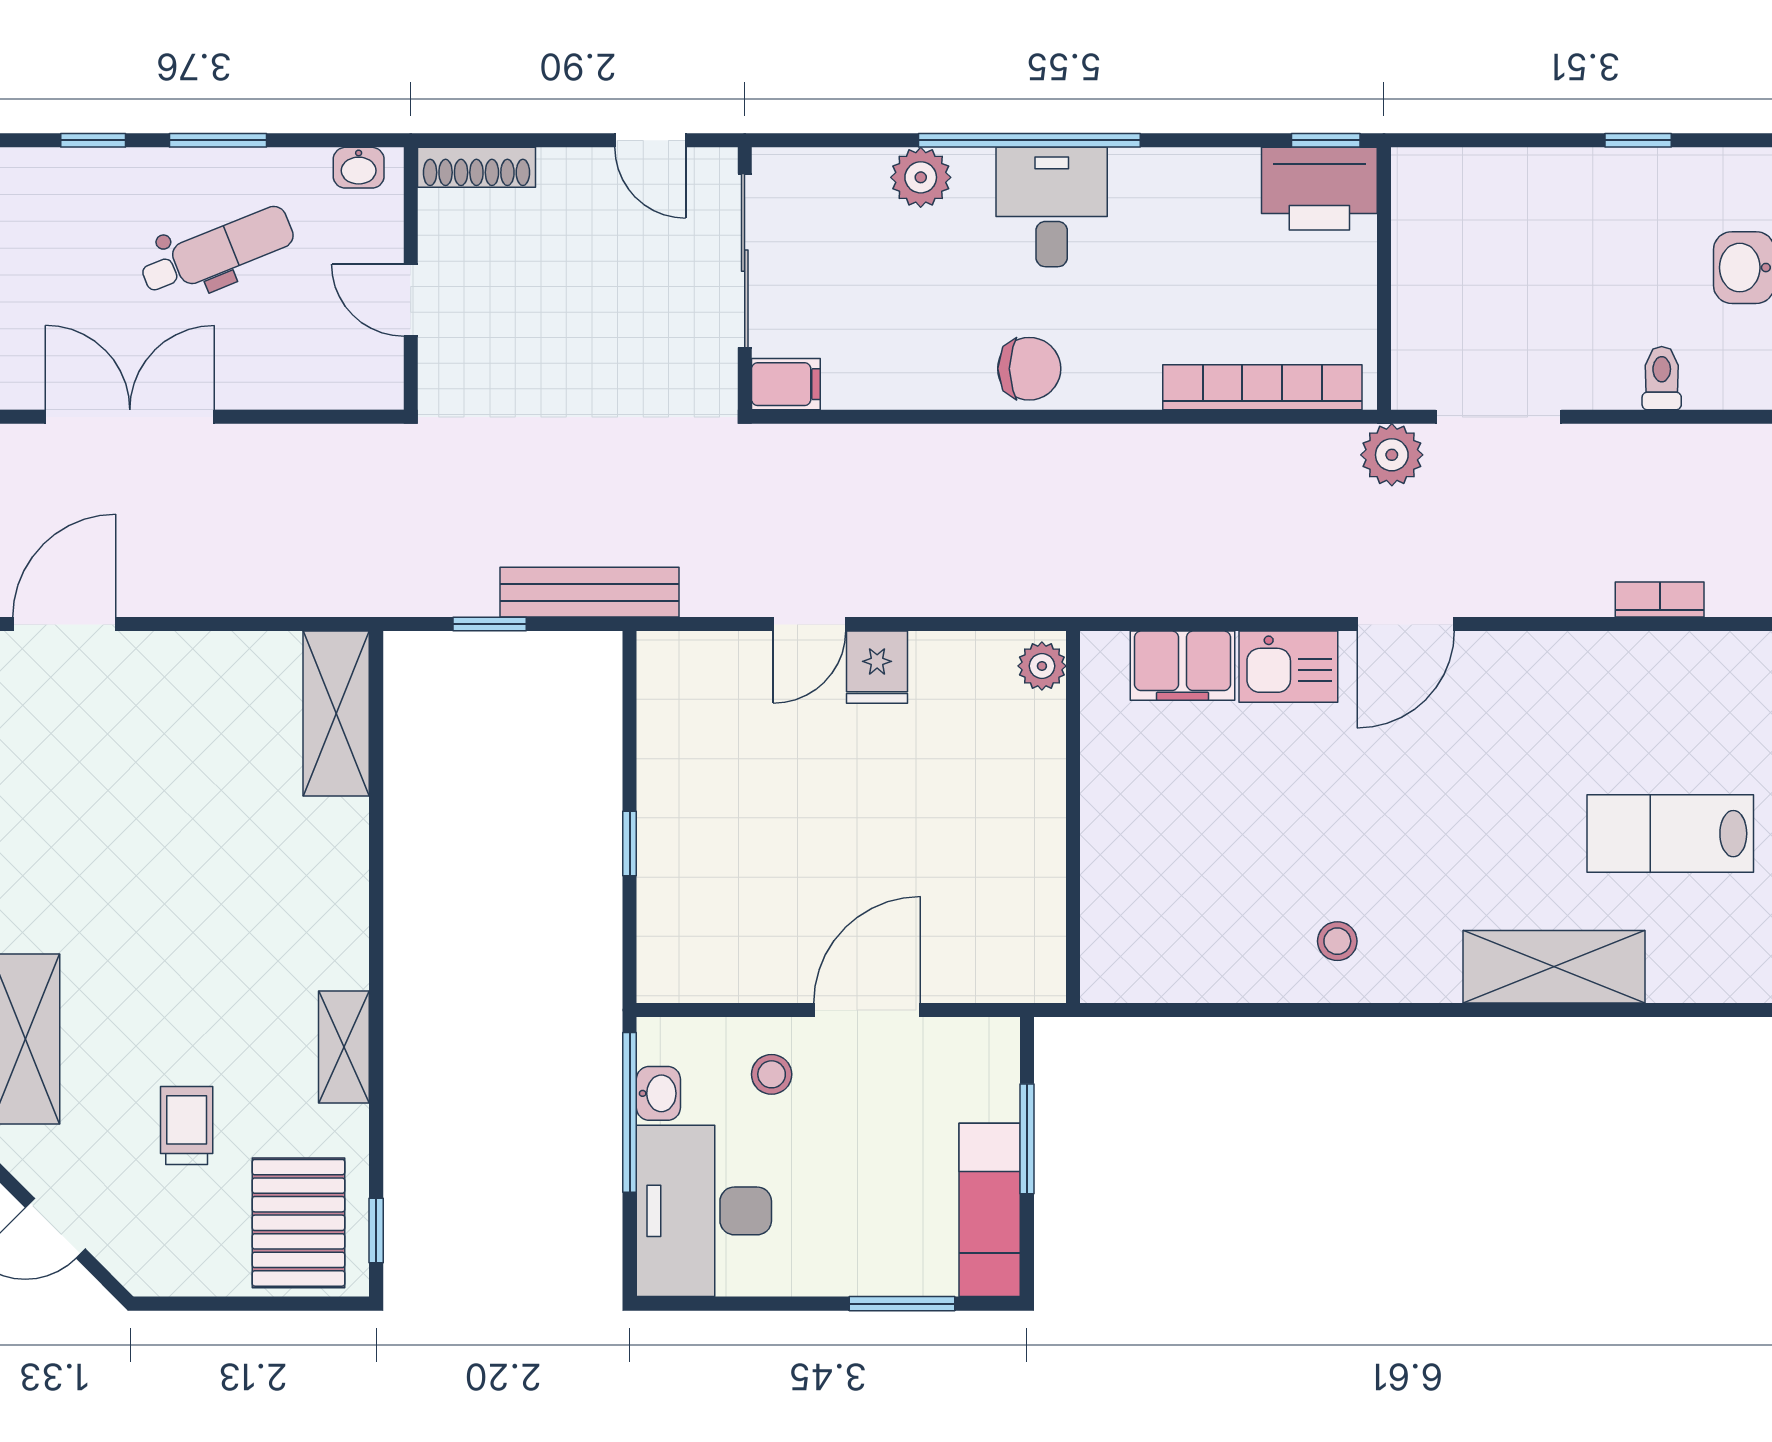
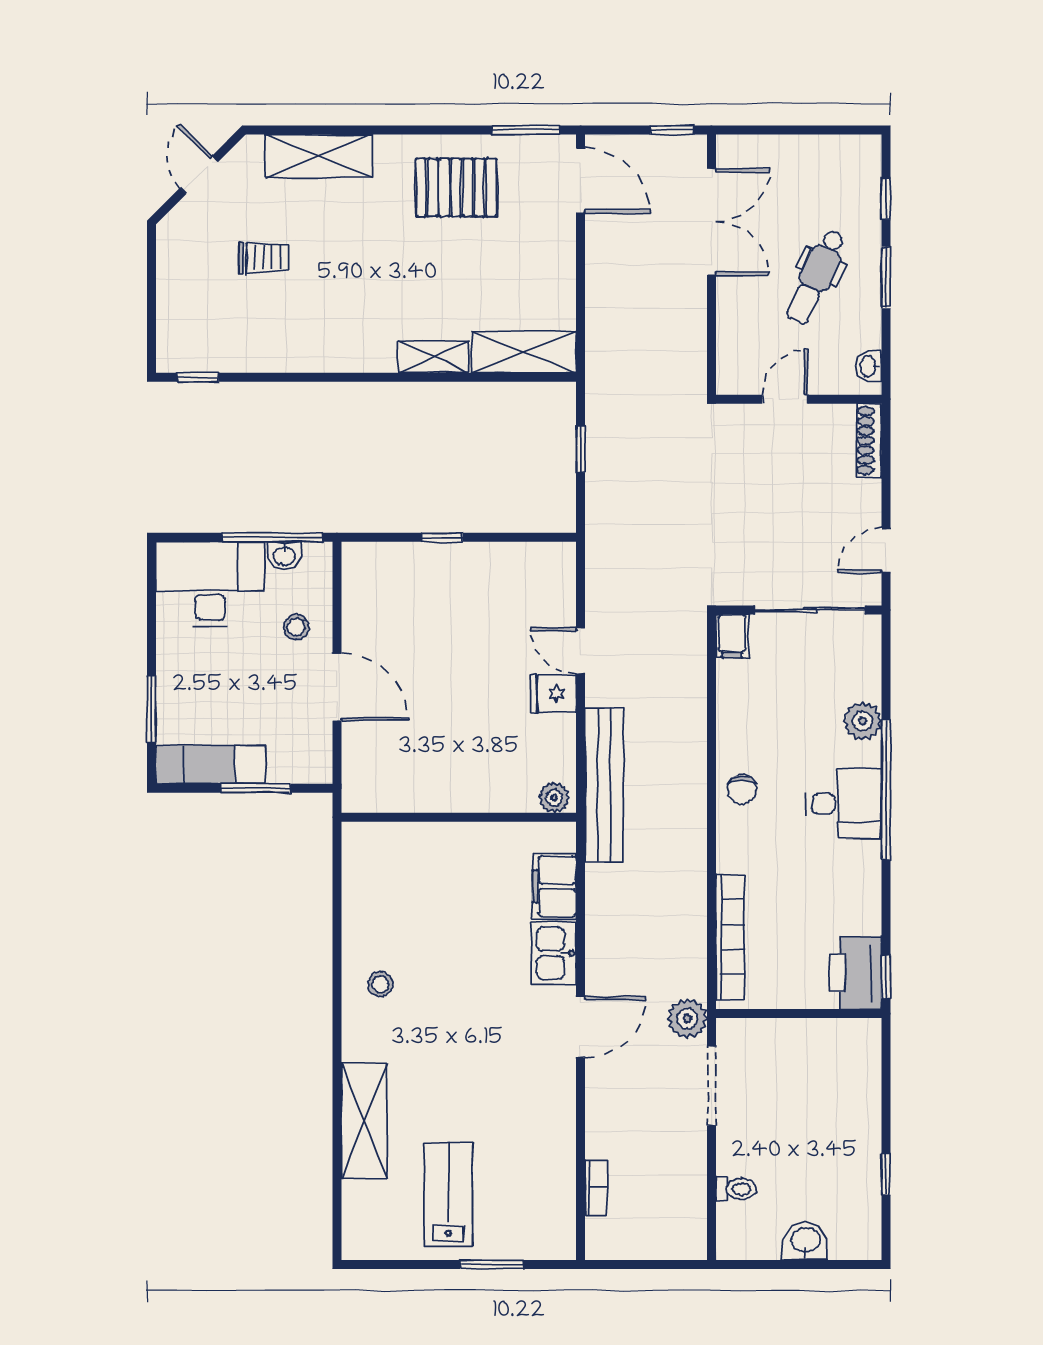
dental chair: (217, 251) -> (816, 277), turned 47
chair: (1029, 369) -> (742, 790), width x0.73, depth x0.73
bench: (590, 592) -> (604, 785), moved, width x1.37, depth x1.21
door: (1406, 624) -> (581, 1027), swing flipped
shelving: (344, 1047) -> (434, 357), moved
pallet: (298, 1223) -> (456, 188), moved

